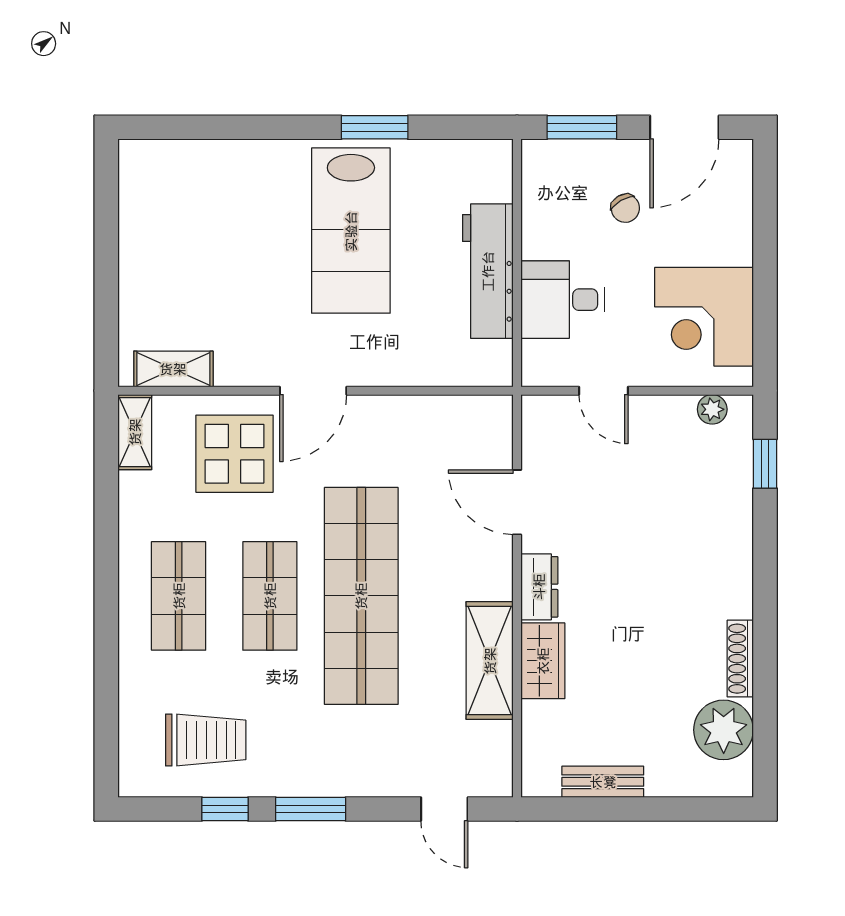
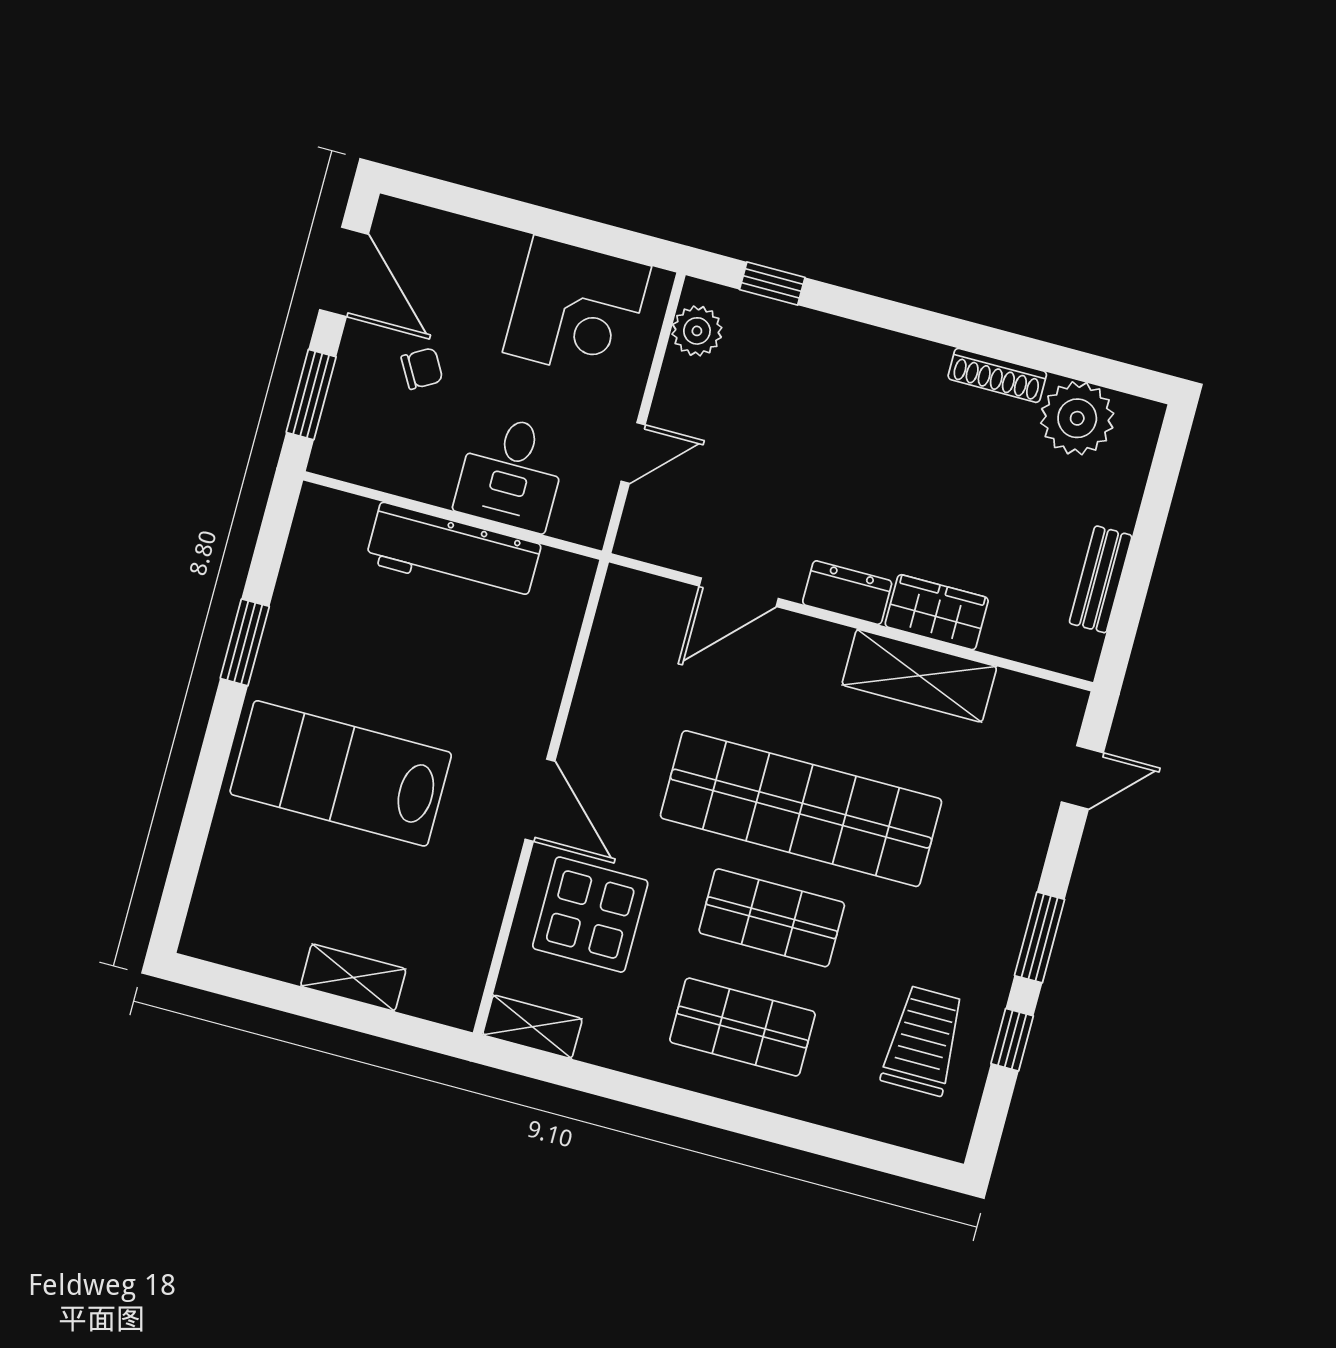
lab bench: (351, 231) -> (341, 773), moved, turned 180
shelving: (173, 369) -> (353, 978), moved, turned 90
plant: (712, 409) -> (697, 331), width x1.38, depth x1.38

